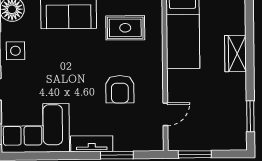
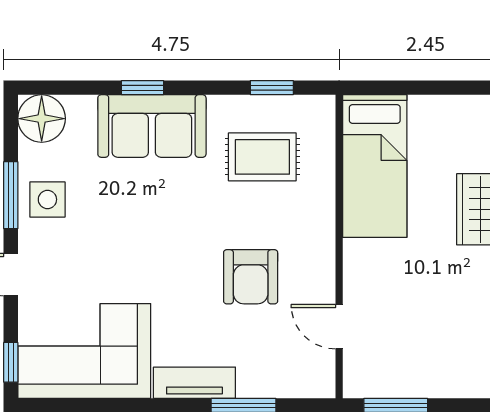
door: (165, 114) -> (339, 327), swing flipped

